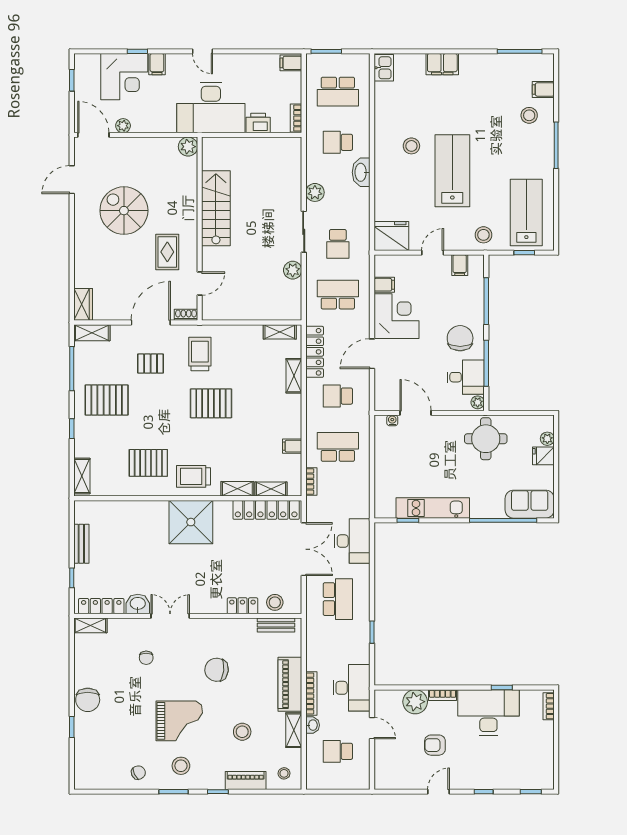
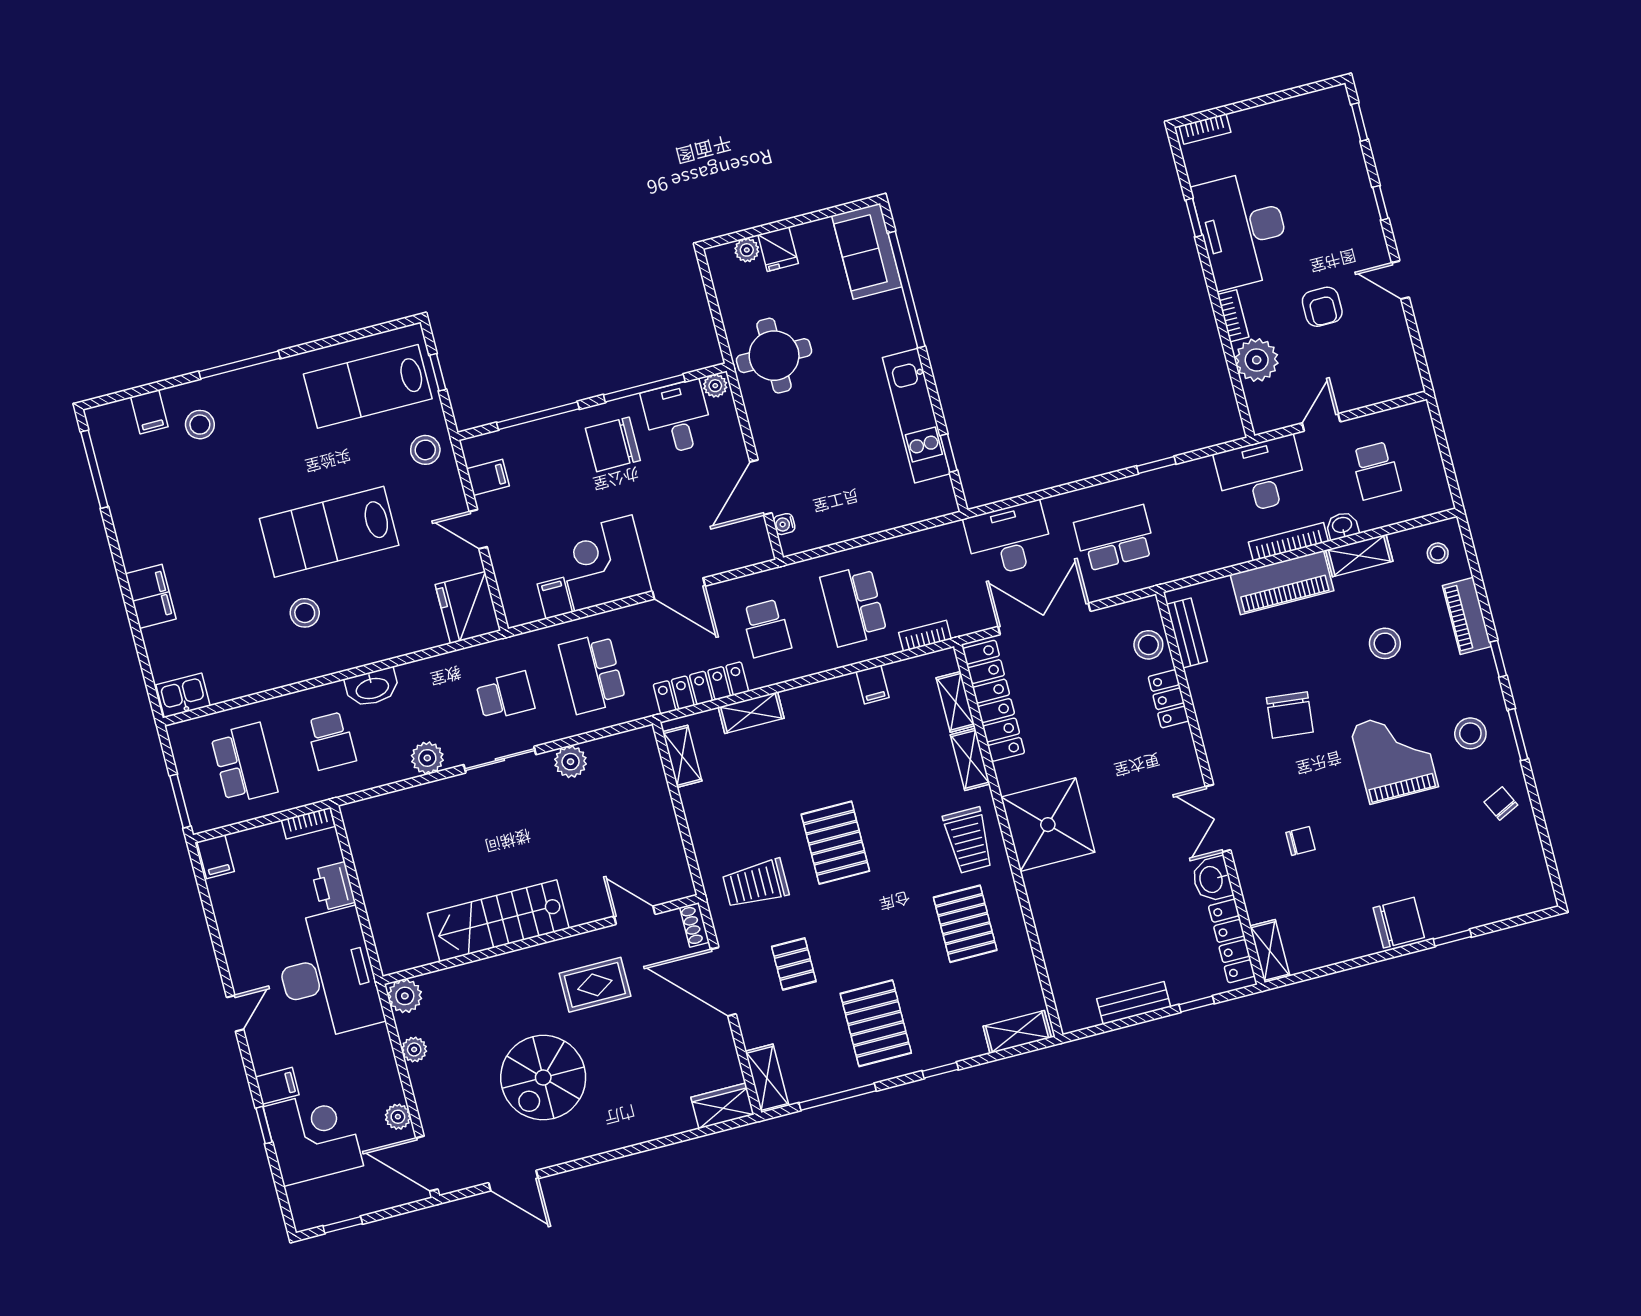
door: (93, 135) -> (427, 1164), hinge flipped
plant: (157, 144) -> (414, 1049), added

